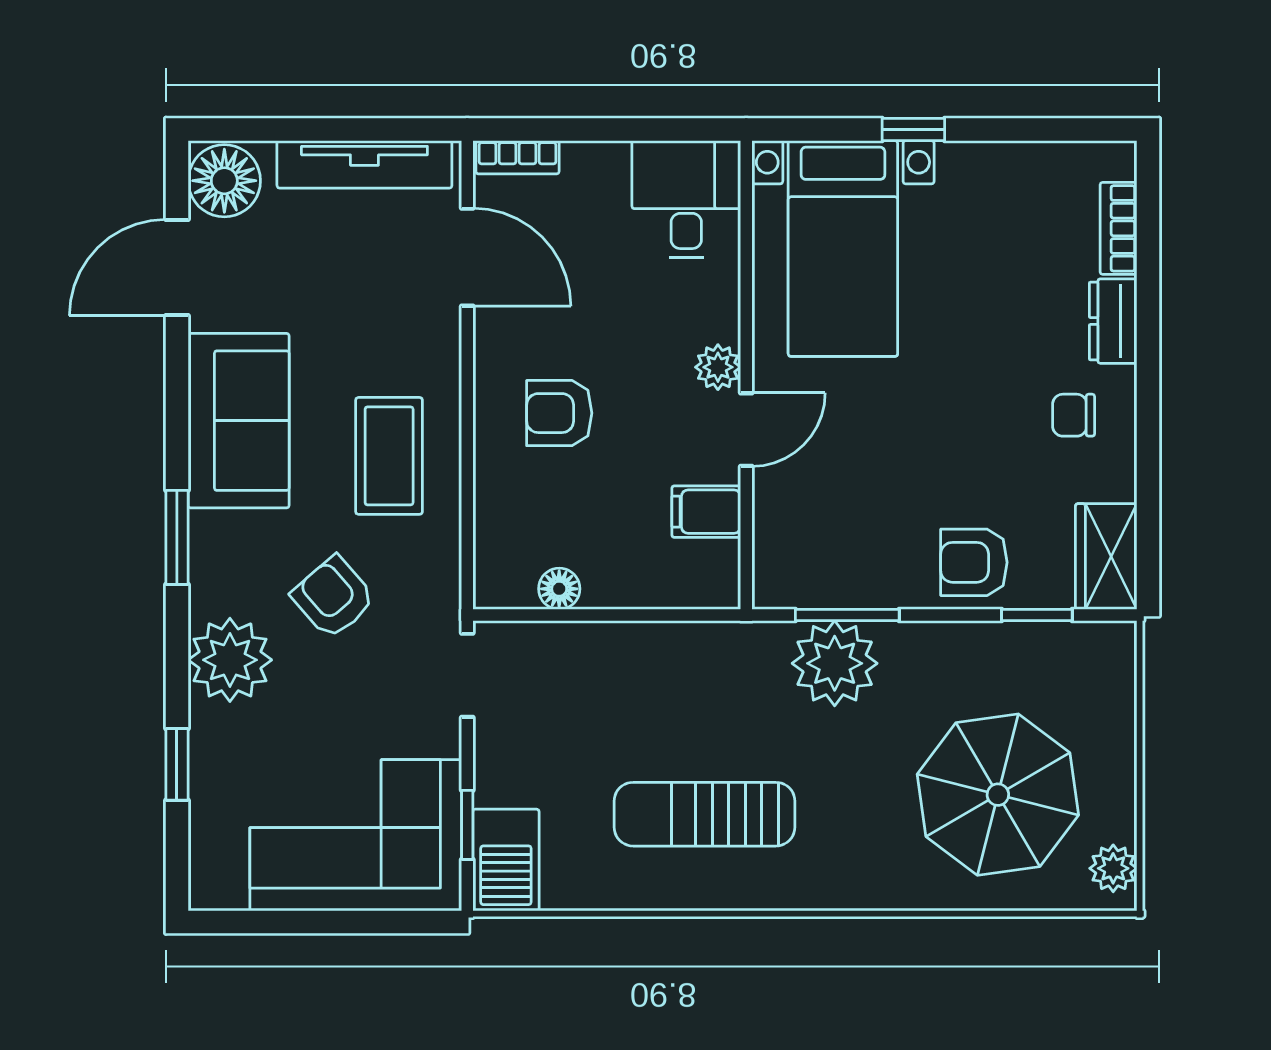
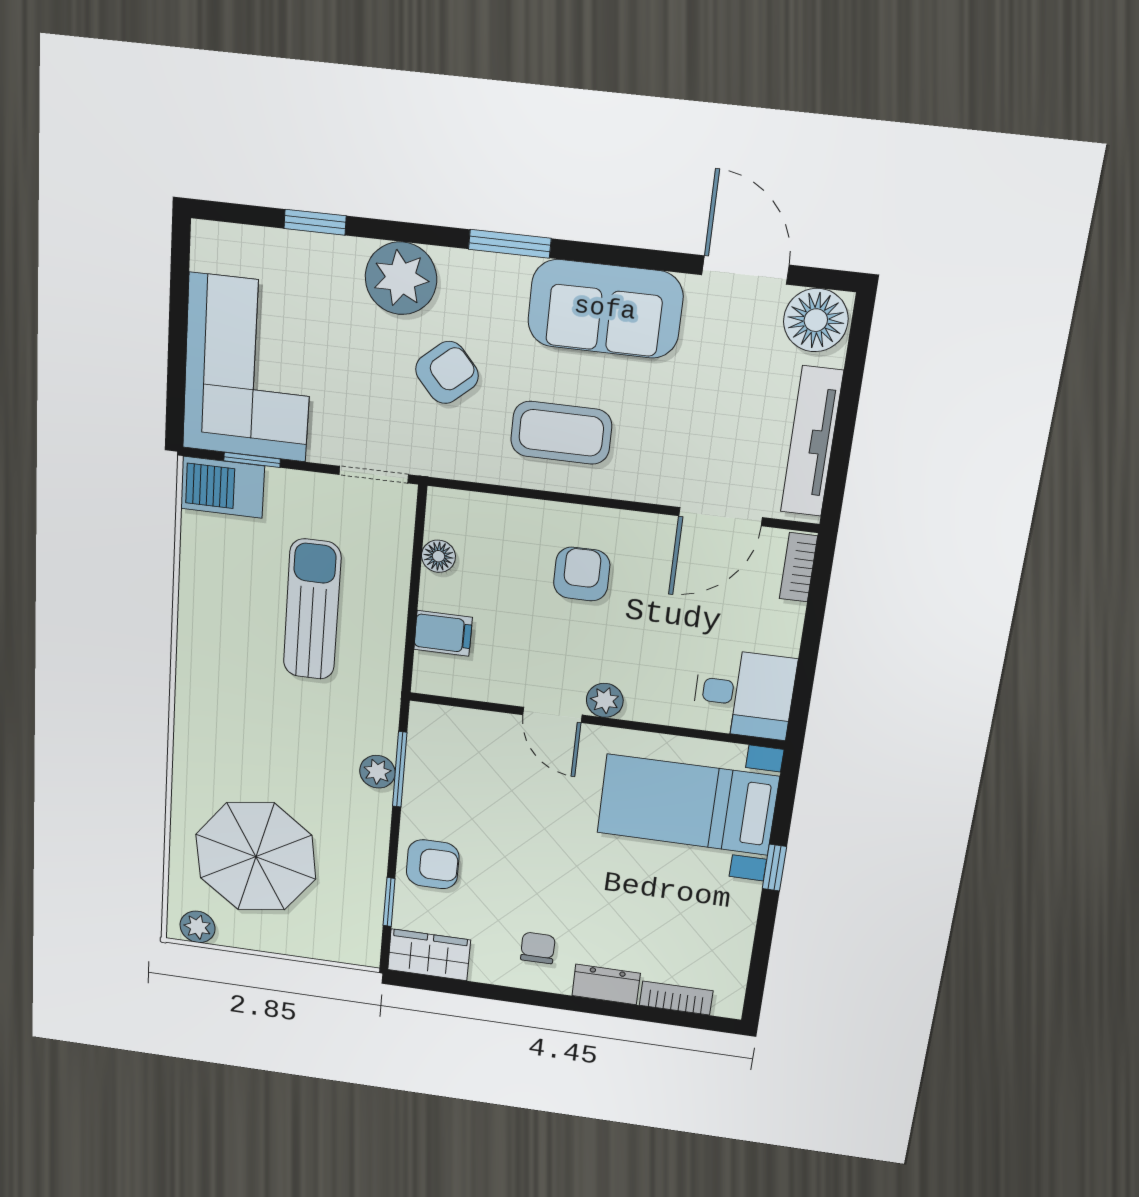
filing cabinet: (706, 512) -> (443, 633), moved, turned 90
armchair: (974, 562) -> (433, 864), turned 90
plant: (835, 663) -> (377, 772), width x0.53, depth x0.53
sun lounger: (705, 814) -> (312, 610), moved

